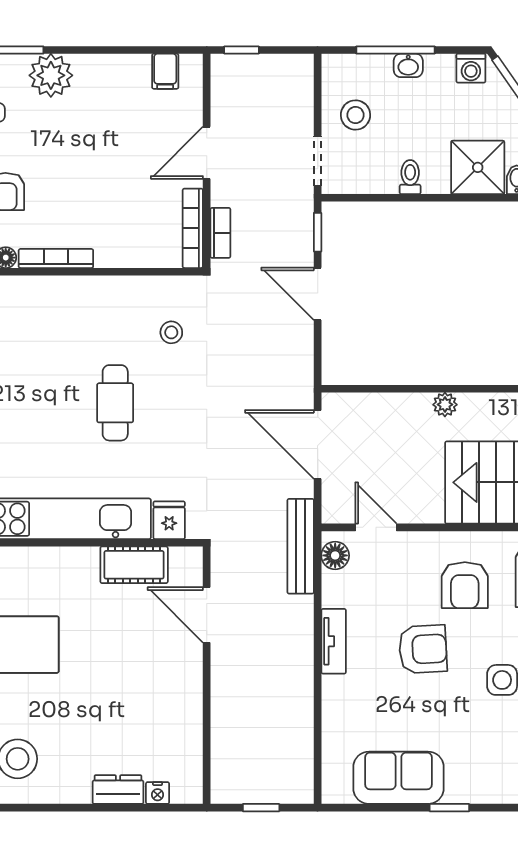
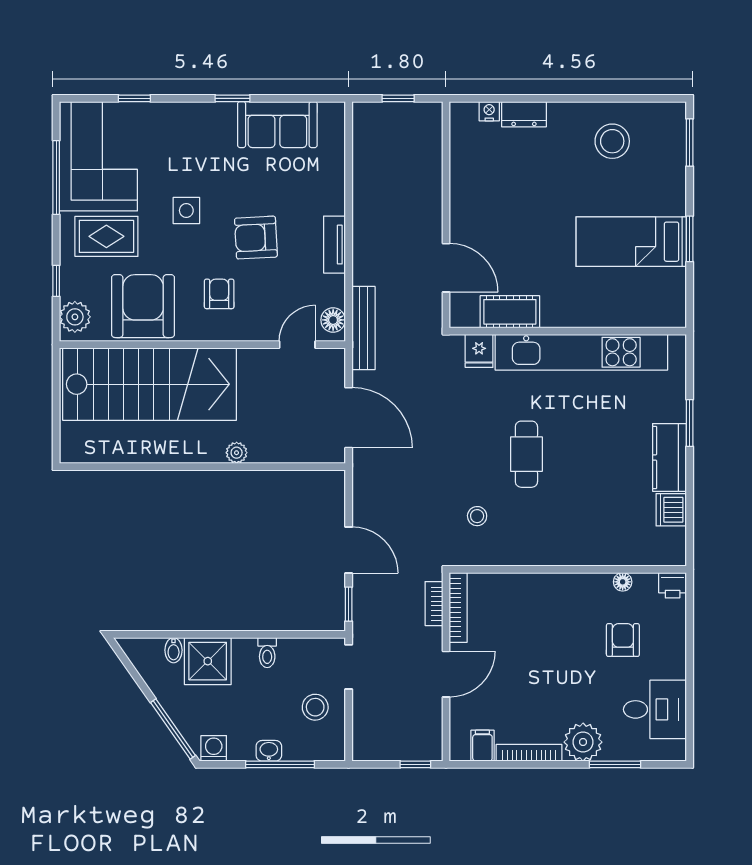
bookcase: (56, 258) -> (529, 753), moved, turned 180
door: (376, 527) -> (297, 345), swing flipped
armchair: (465, 585) -> (219, 294), width x0.72, depth x0.72

